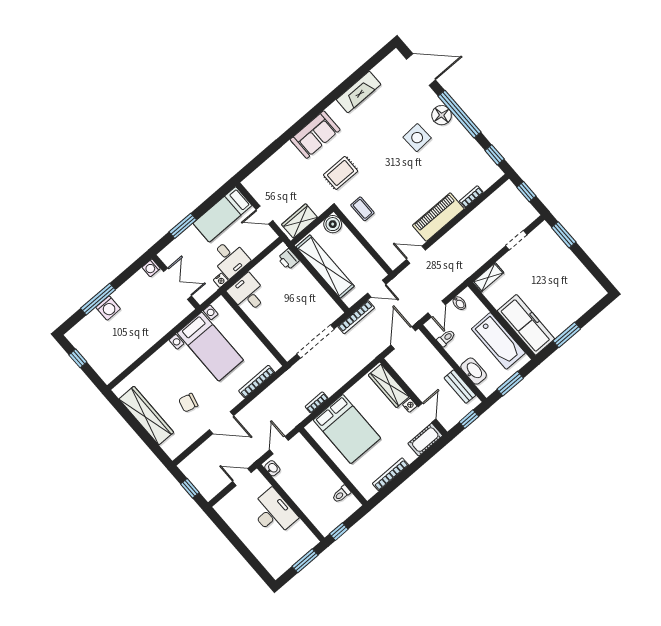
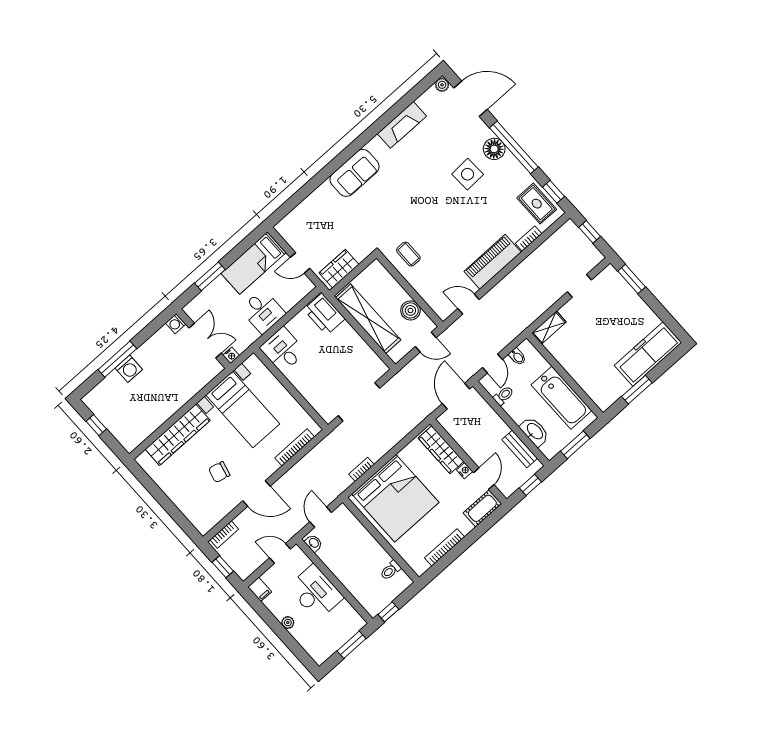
plant: (395, 56) -> (442, 85), added
rug: (341, 173) -> (537, 204), moved, turned 90
boiler: (333, 224) -> (410, 310), moved
printer: (288, 259) -> (324, 314), width x1.87, depth x1.48
nightstand: (221, 280) -> (231, 355), moved
bookcase: (356, 317) -> (224, 534), moved, width x0.64
freezer: (526, 325) -> (648, 354), moved, turned -90
wardrobe: (146, 416) -> (178, 435), moved, turned 90
bed: (347, 429) -> (395, 498), width x1.36
filing cabinet: (223, 509) -> (260, 589), added
plant: (248, 540) -> (288, 623), added

